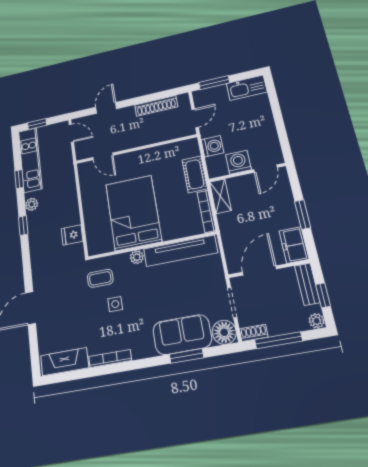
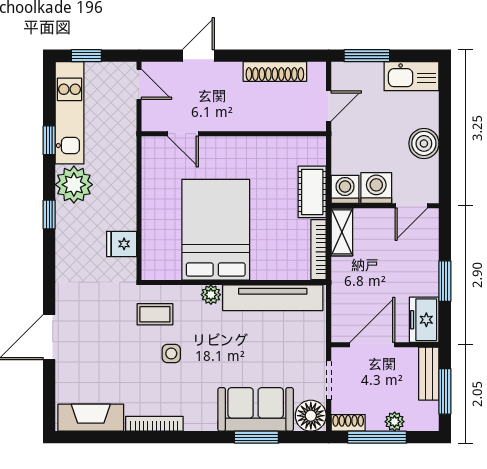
boiler: (265, 127) -> (424, 143), added
washing machine: (212, 146) -> (345, 189), moved, turned -90
plant: (32, 204) -> (74, 185), width x1.88, depth x1.88
window: (323, 295) -> (445, 391), width x1.50
plant: (317, 321) -> (395, 422), moved

